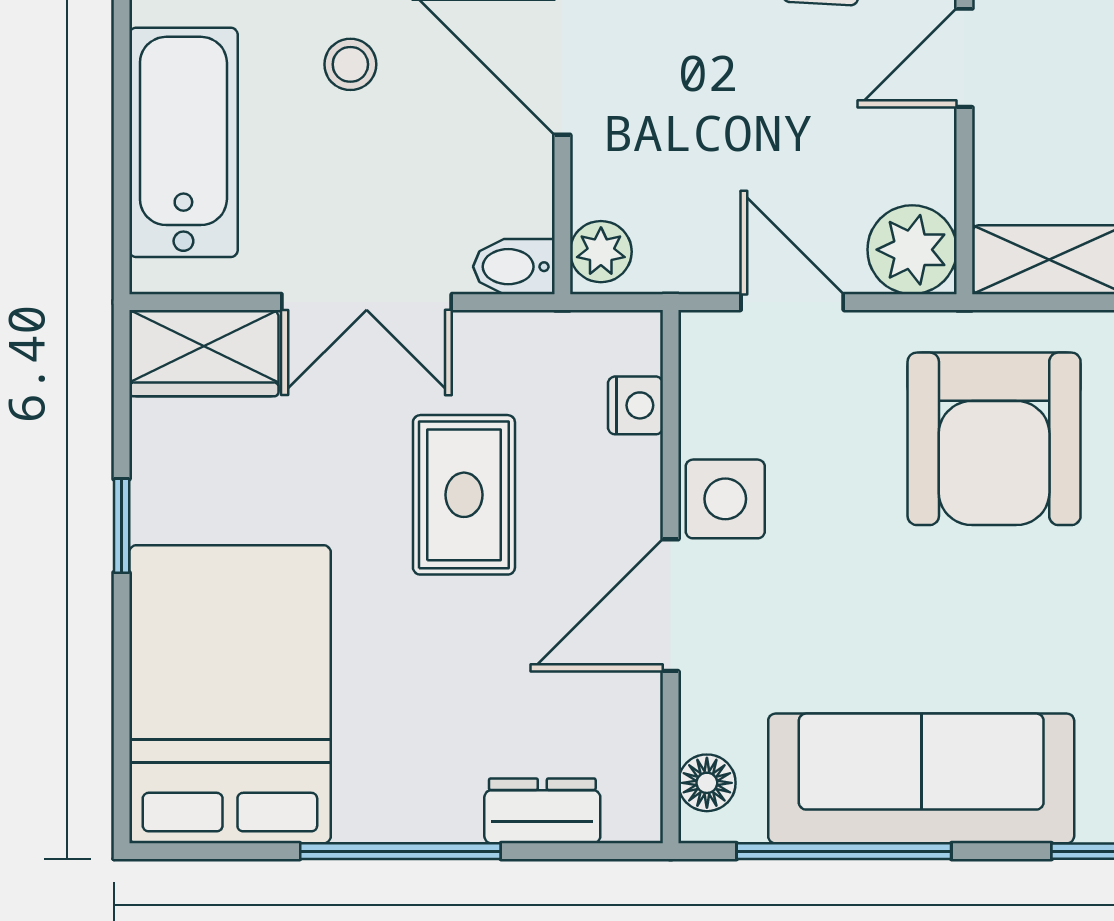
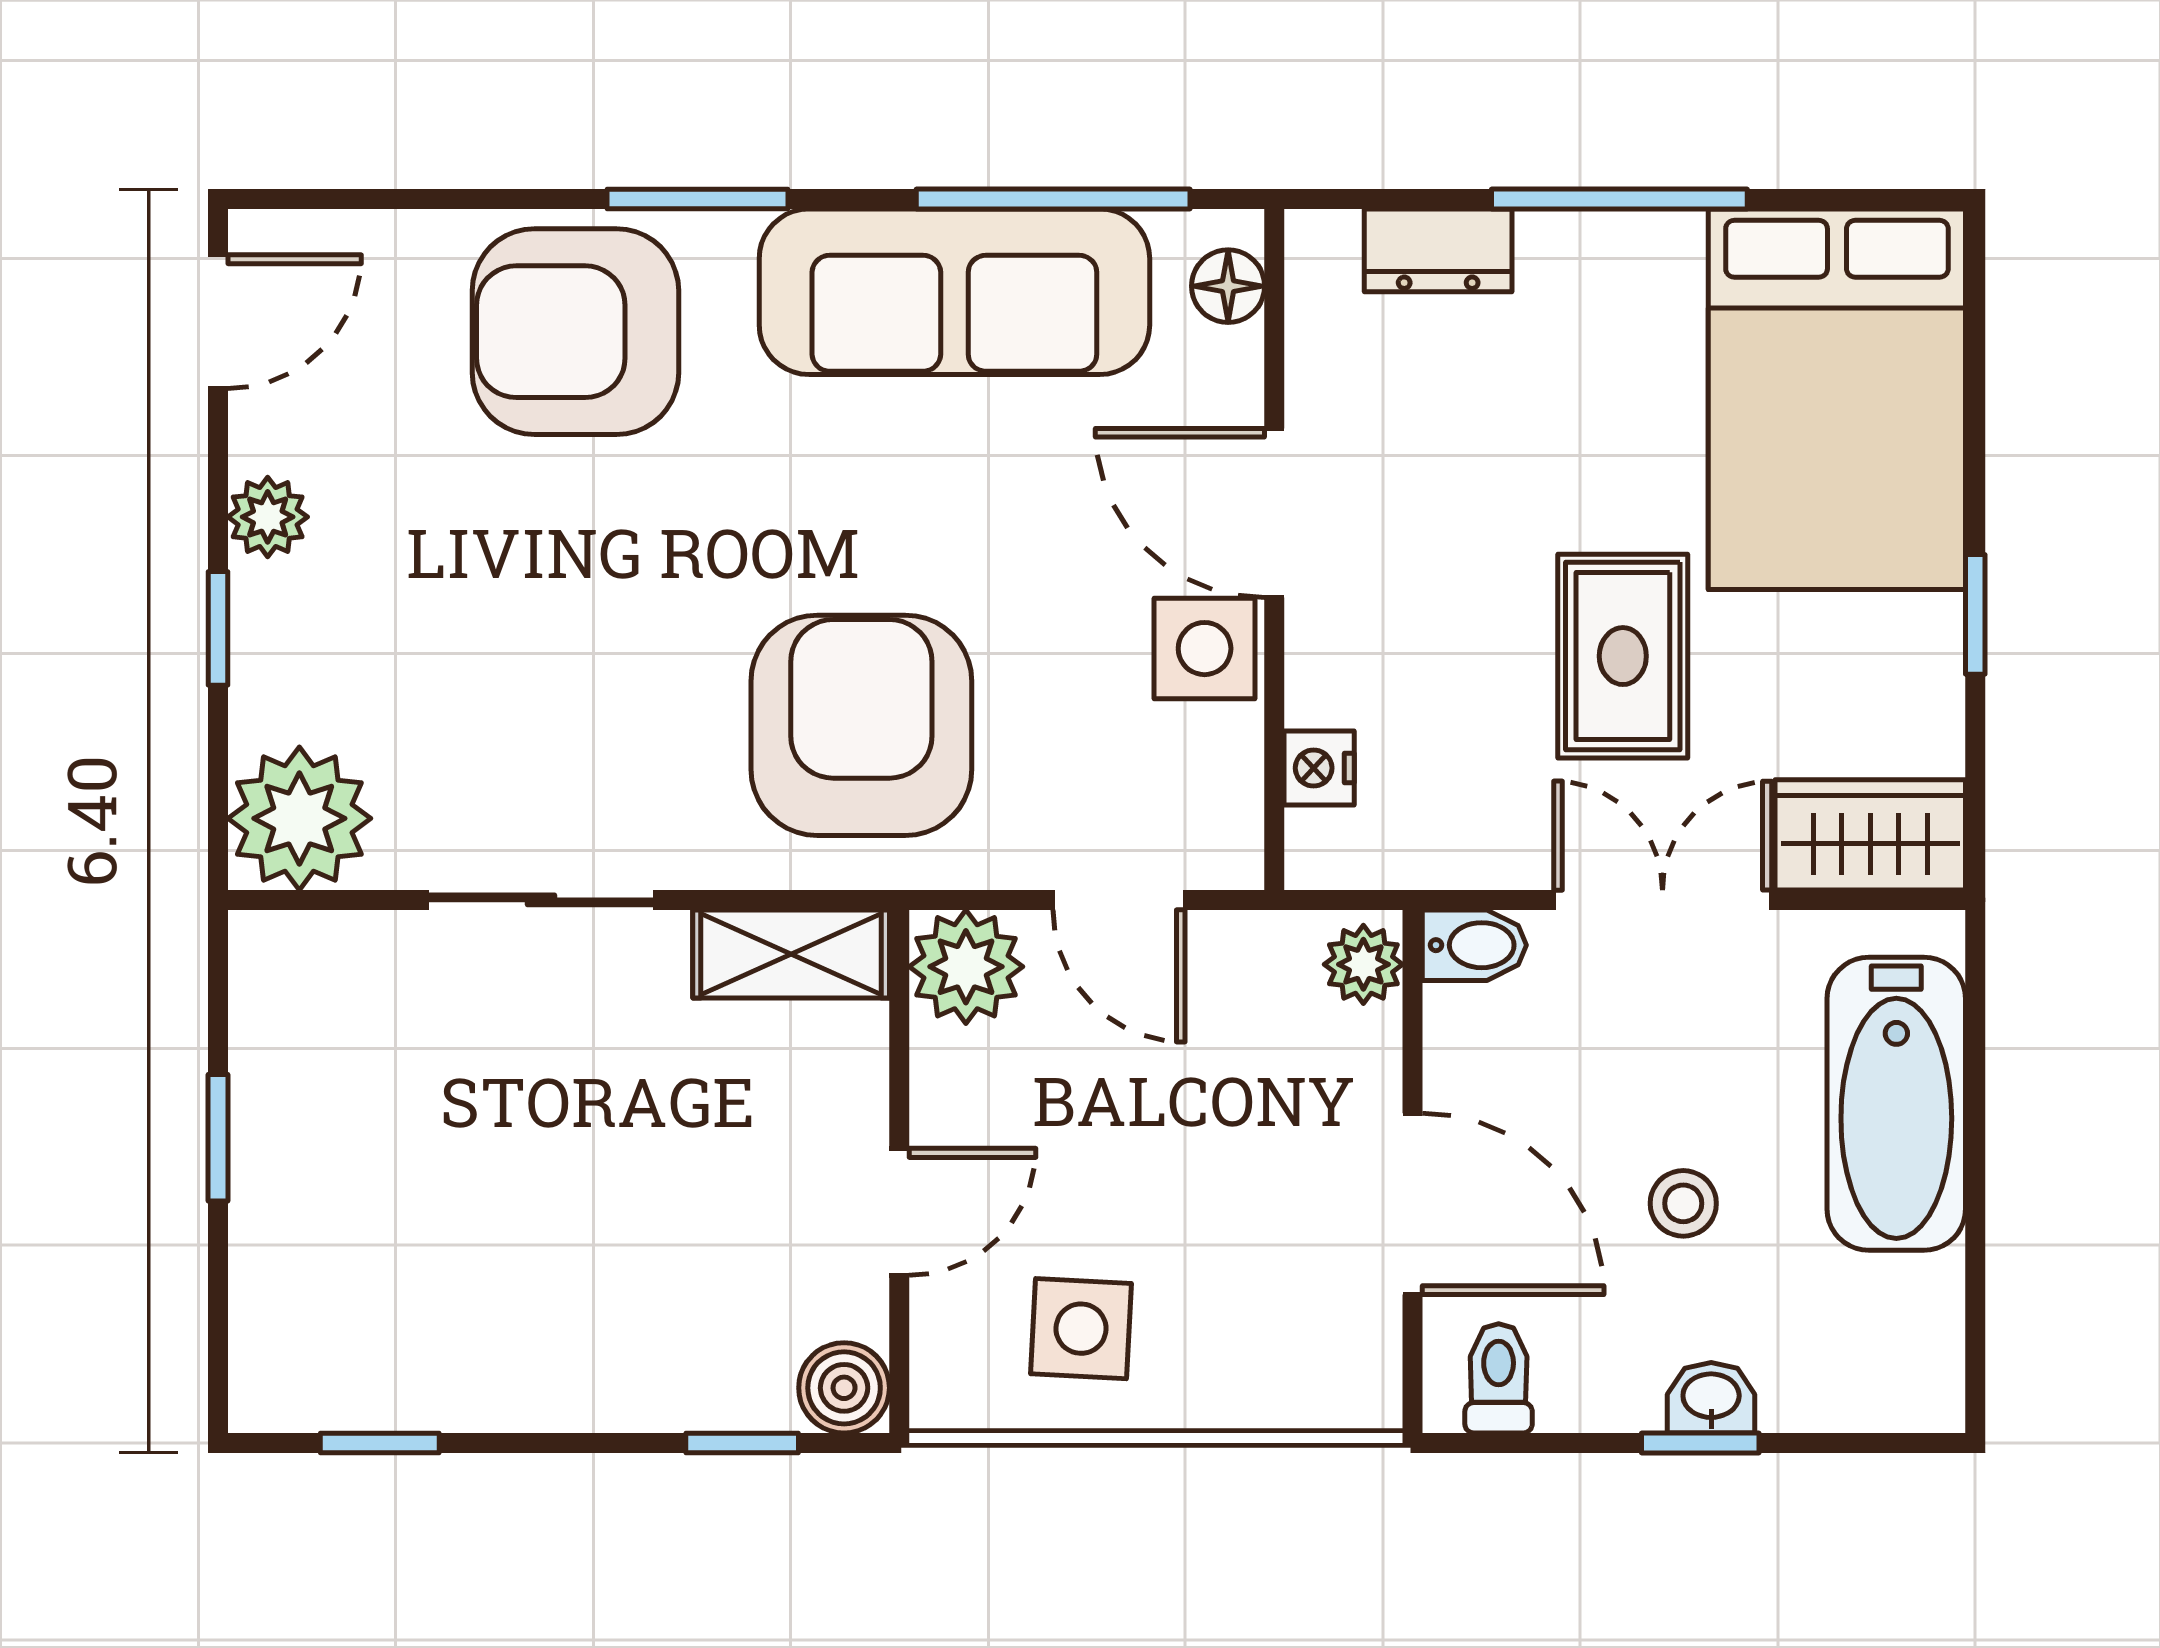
rug: (464, 495) -> (1623, 656), moved
door: (671, 605) -> (1274, 513), swing flipped

